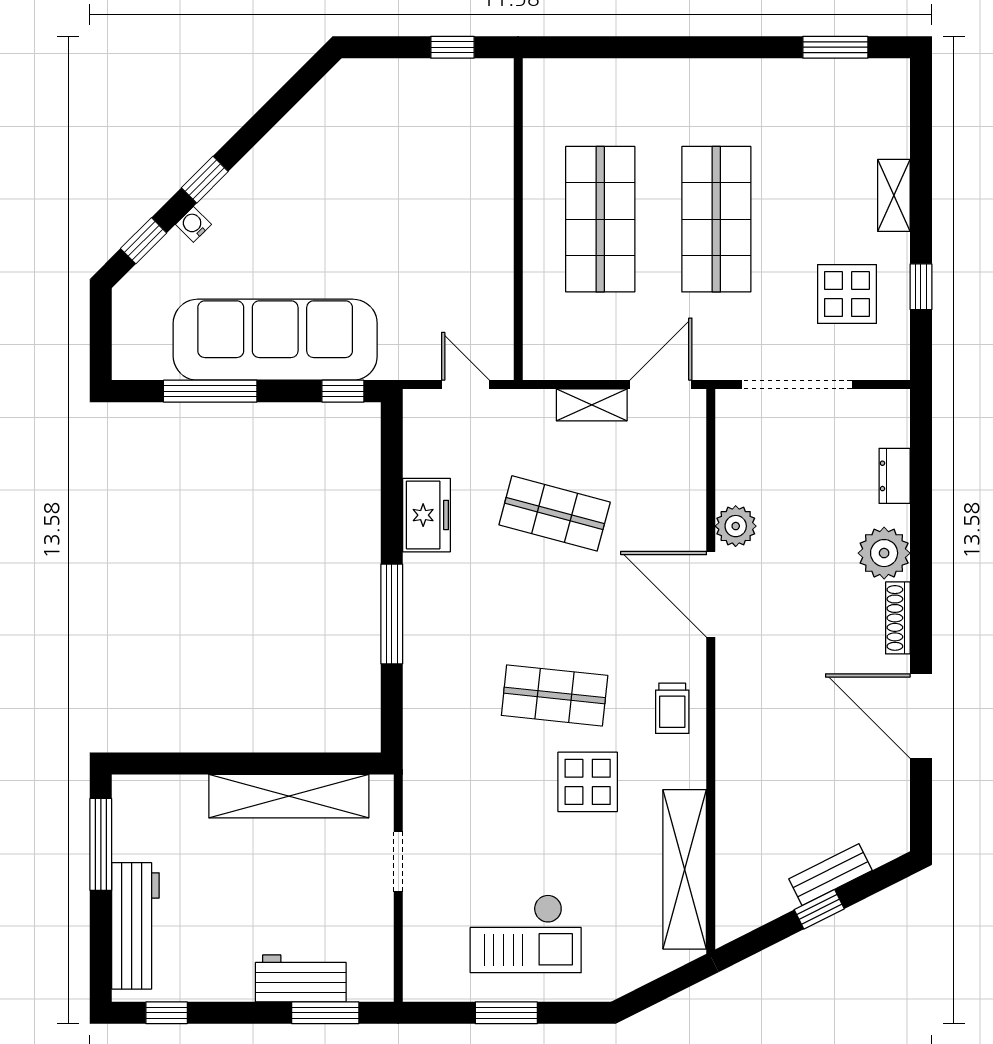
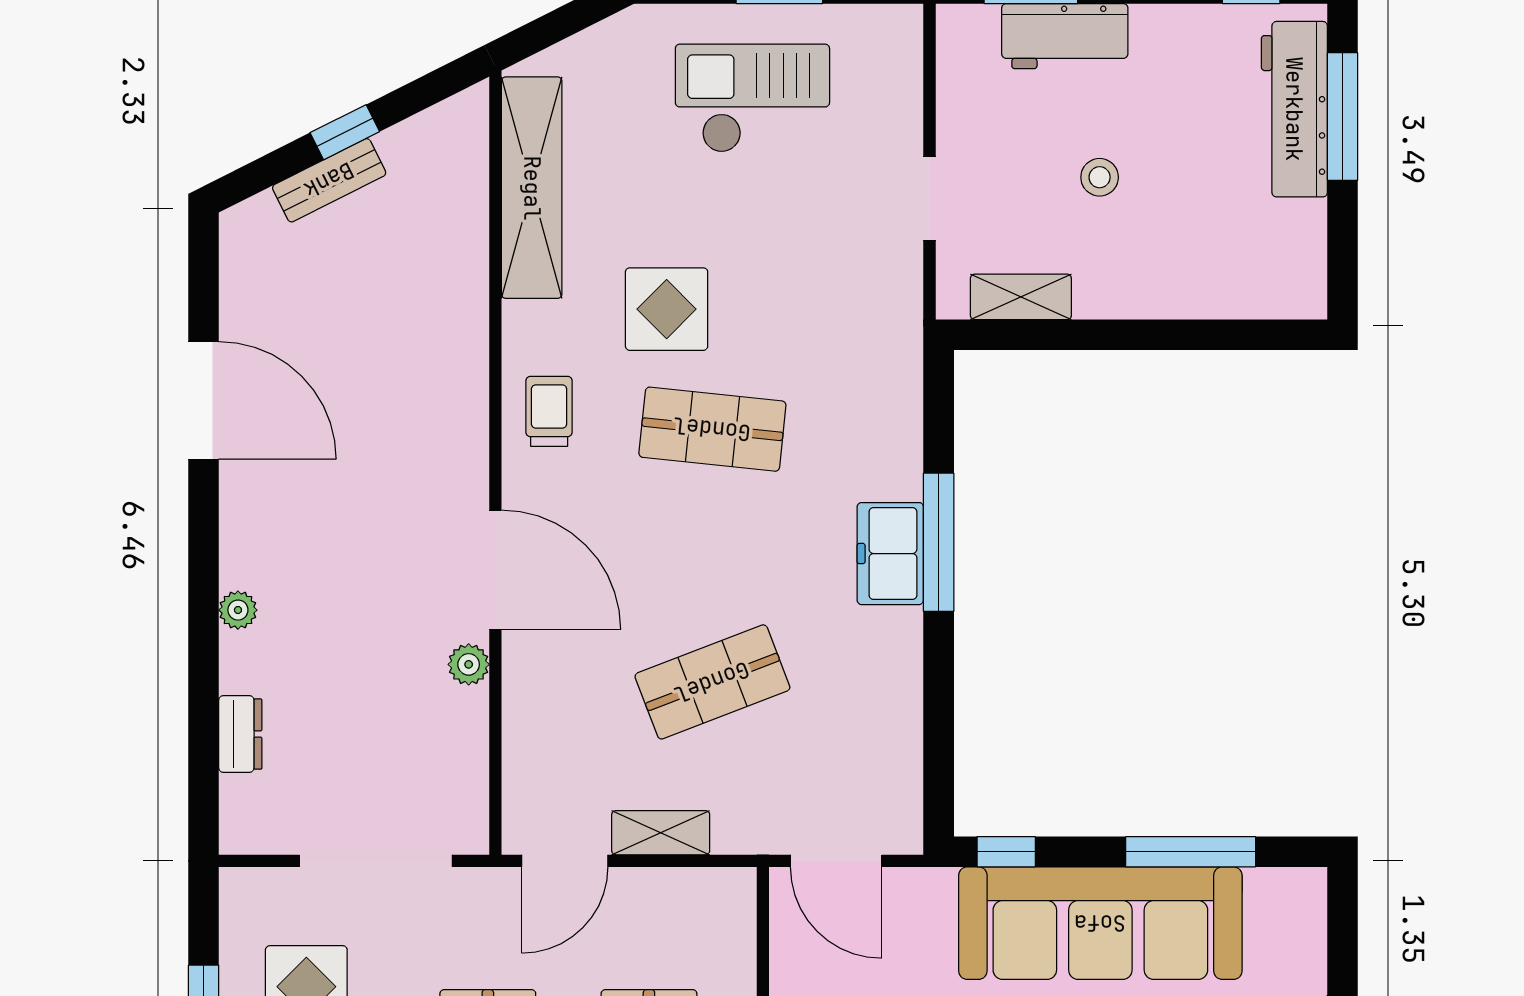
door: (465, 385) -> (836, 861), width x1.38
shop shelf: (555, 513) -> (712, 682), turned -36
freezer: (426, 515) -> (890, 554), moved
plant: (736, 526) -> (469, 664), width x0.73, depth x0.73
plant: (884, 553) -> (238, 610), width x0.53, depth x0.53
shoe rack: (898, 618) -> (236, 537), removed
shelving: (289, 796) -> (1021, 297), width x0.45, depth x0.75
window: (101, 844) -> (1343, 116), moved
stool: (276, 877) -> (1100, 177), added

